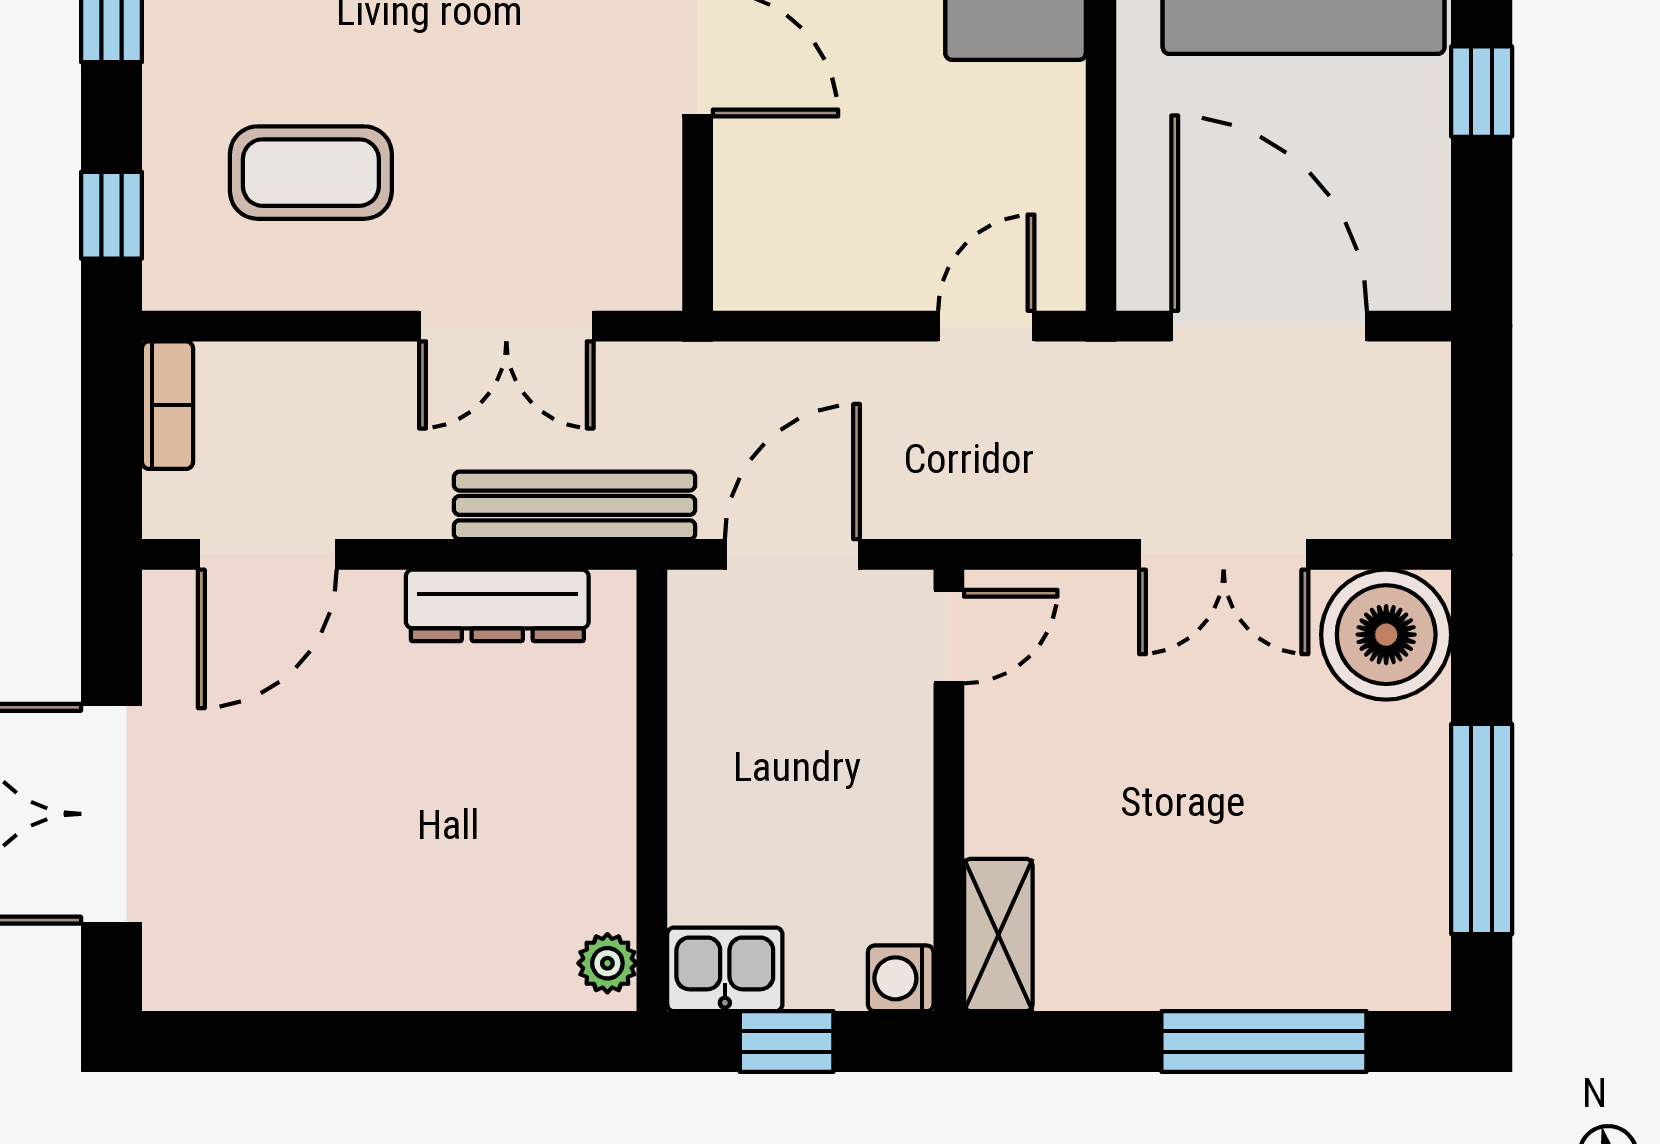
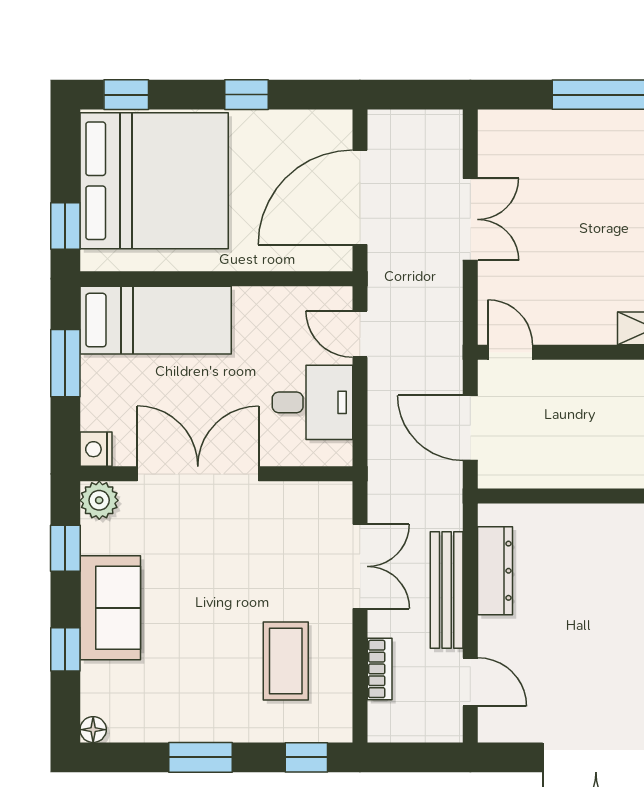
desk: (845, 228) -> (312, 402), added
bookcase: (168, 405) -> (380, 669), moved, turned 90
bench: (575, 505) -> (447, 590), moved
door: (267, 554) -> (470, 682), width x0.73
boiler: (1386, 635) -> (509, 141), removed

